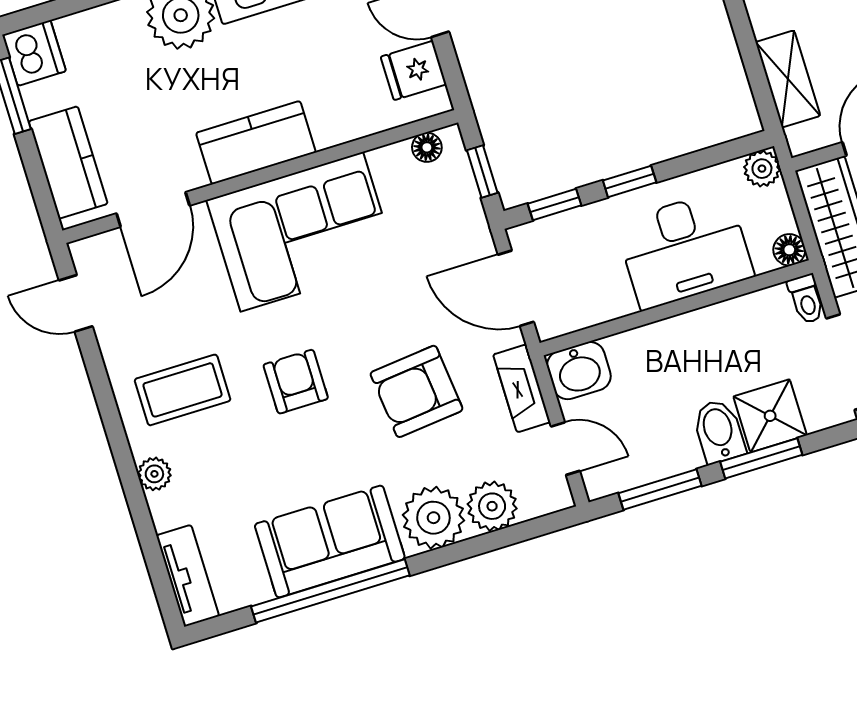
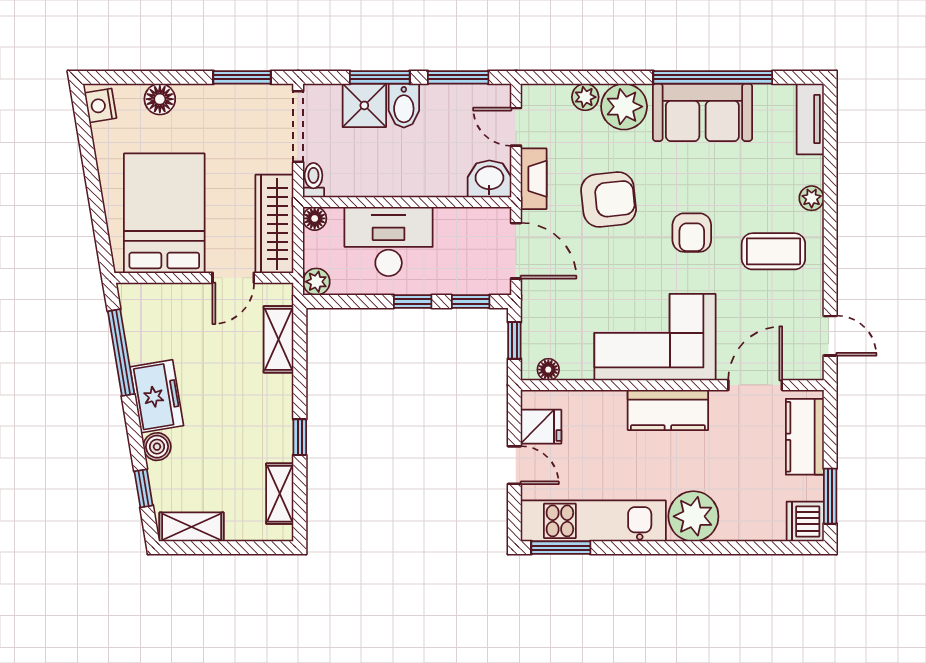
plant: (492, 506) -> (585, 97), width x0.73, depth x0.73

